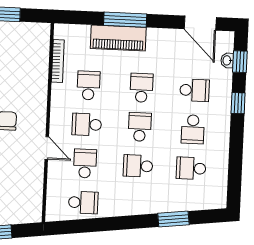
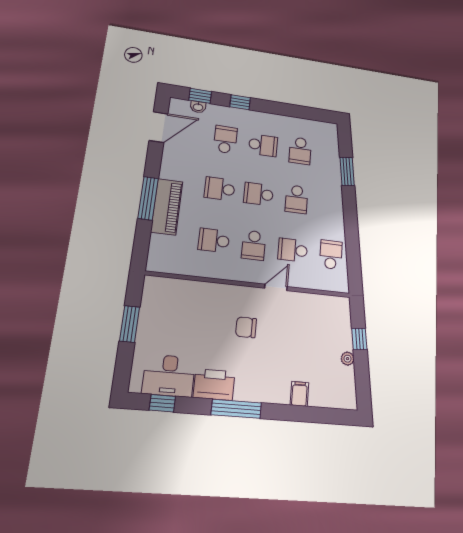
bookcase: (58, 61) -> (186, 270), removed

